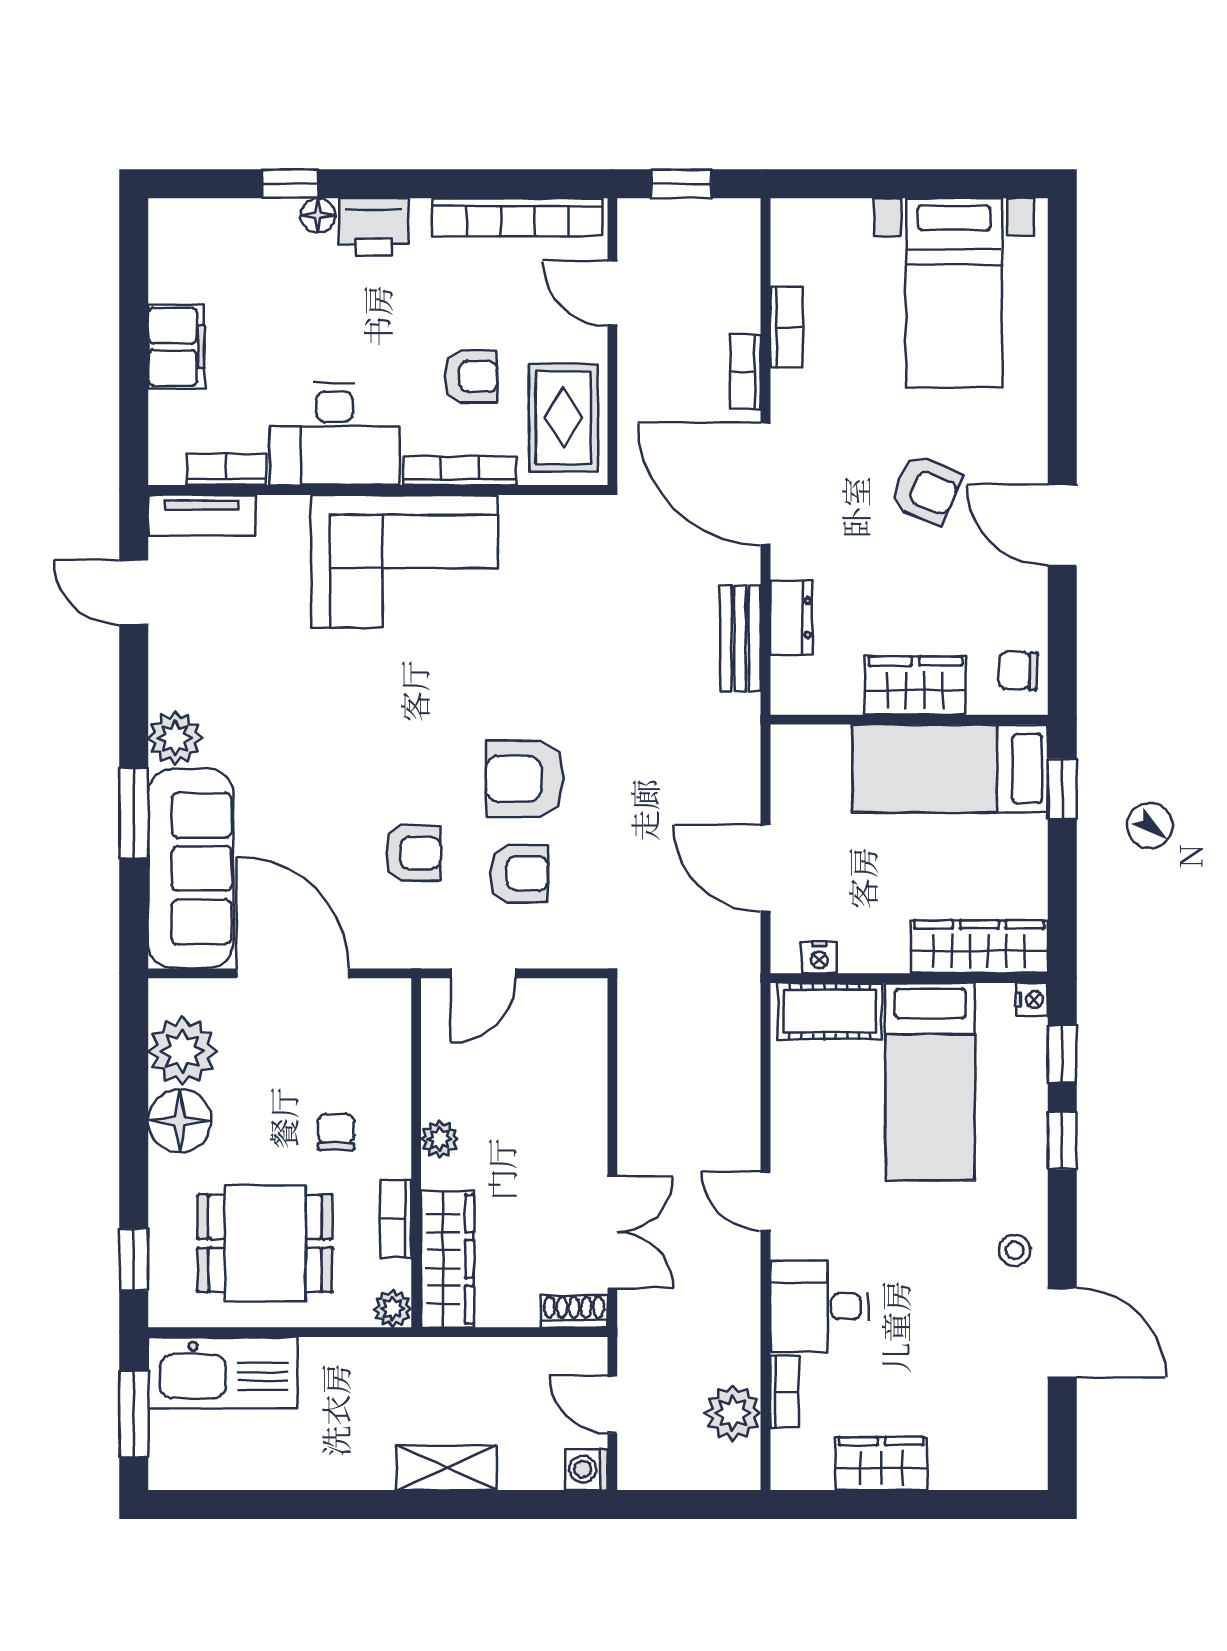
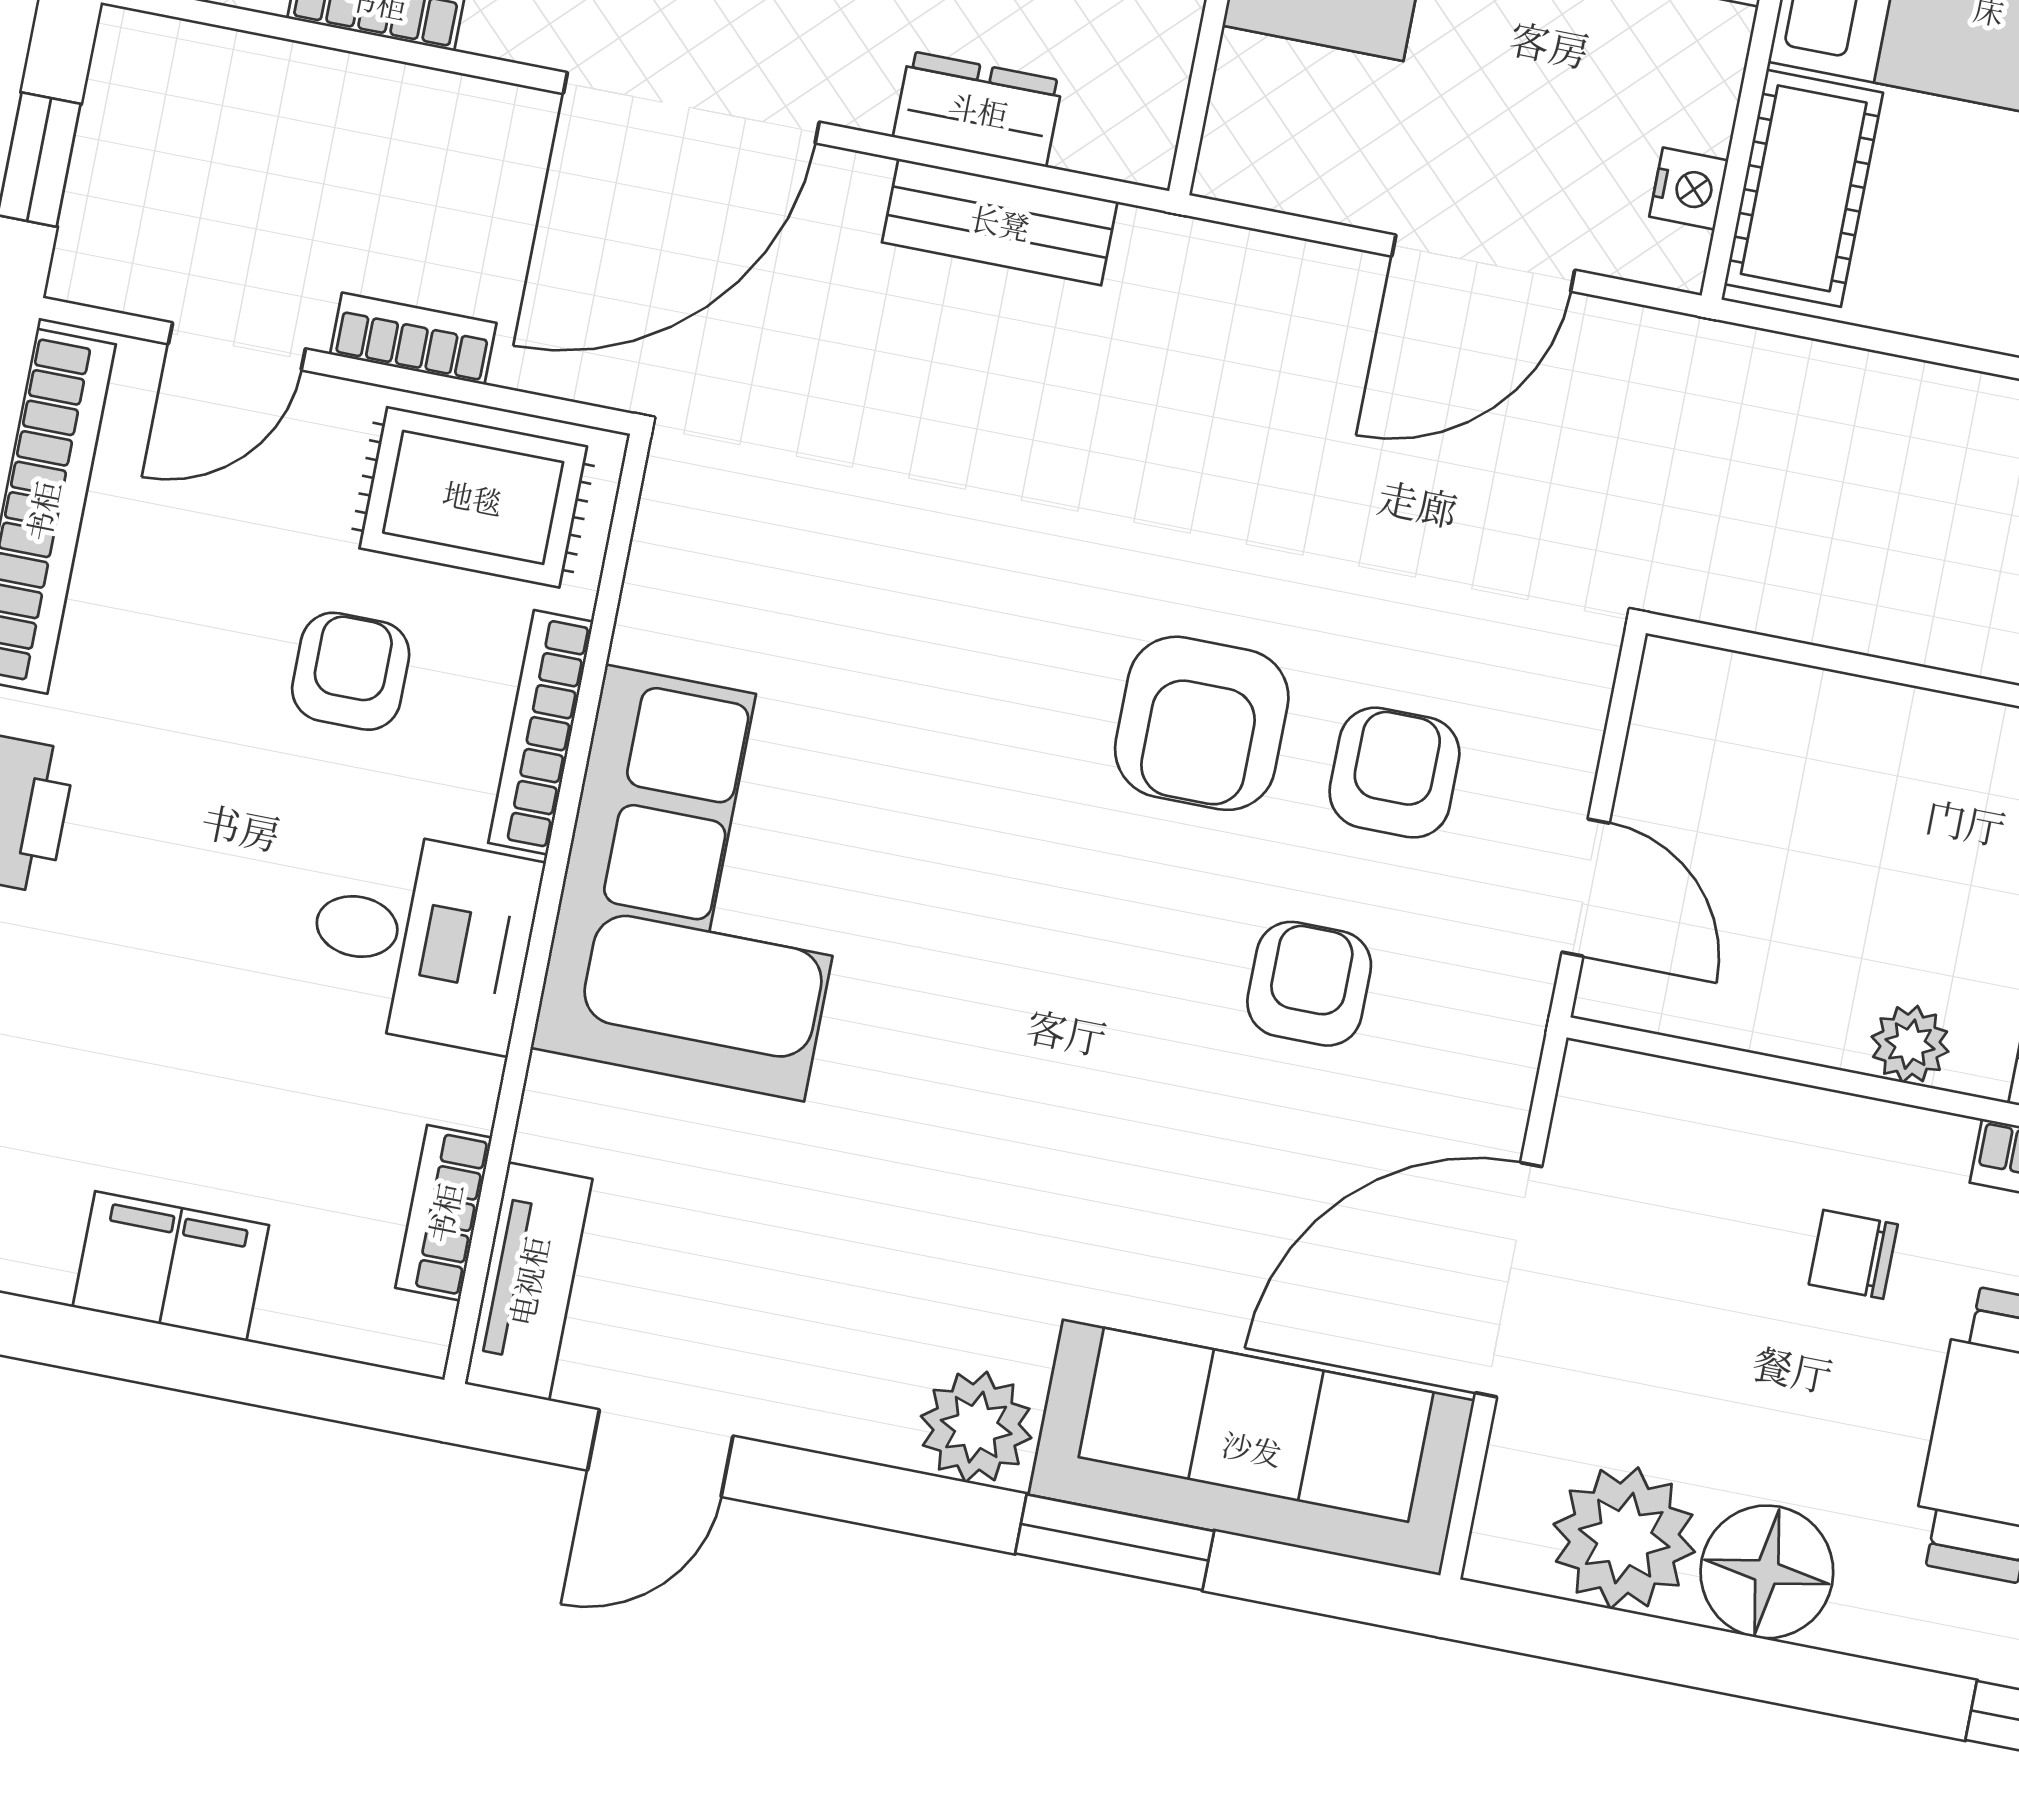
bookcase: (746, 372) -> (413, 339), moved, turned 180
desk: (335, 434) -> (422, 939), width x0.73

